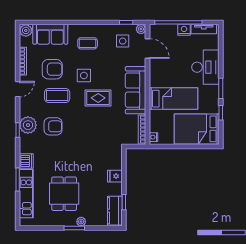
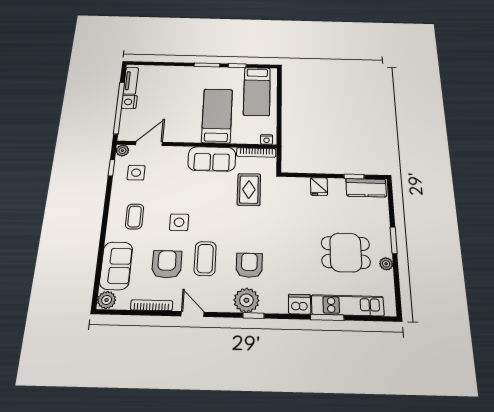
desk: (205, 67) -> (179, 80), removed
sofa: (136, 90) -> (212, 159), width x0.73
rug: (98, 98) -> (249, 190), moved
bed: (197, 129) -> (257, 91), width x0.67
plant: (81, 222) -> (386, 264), moved

